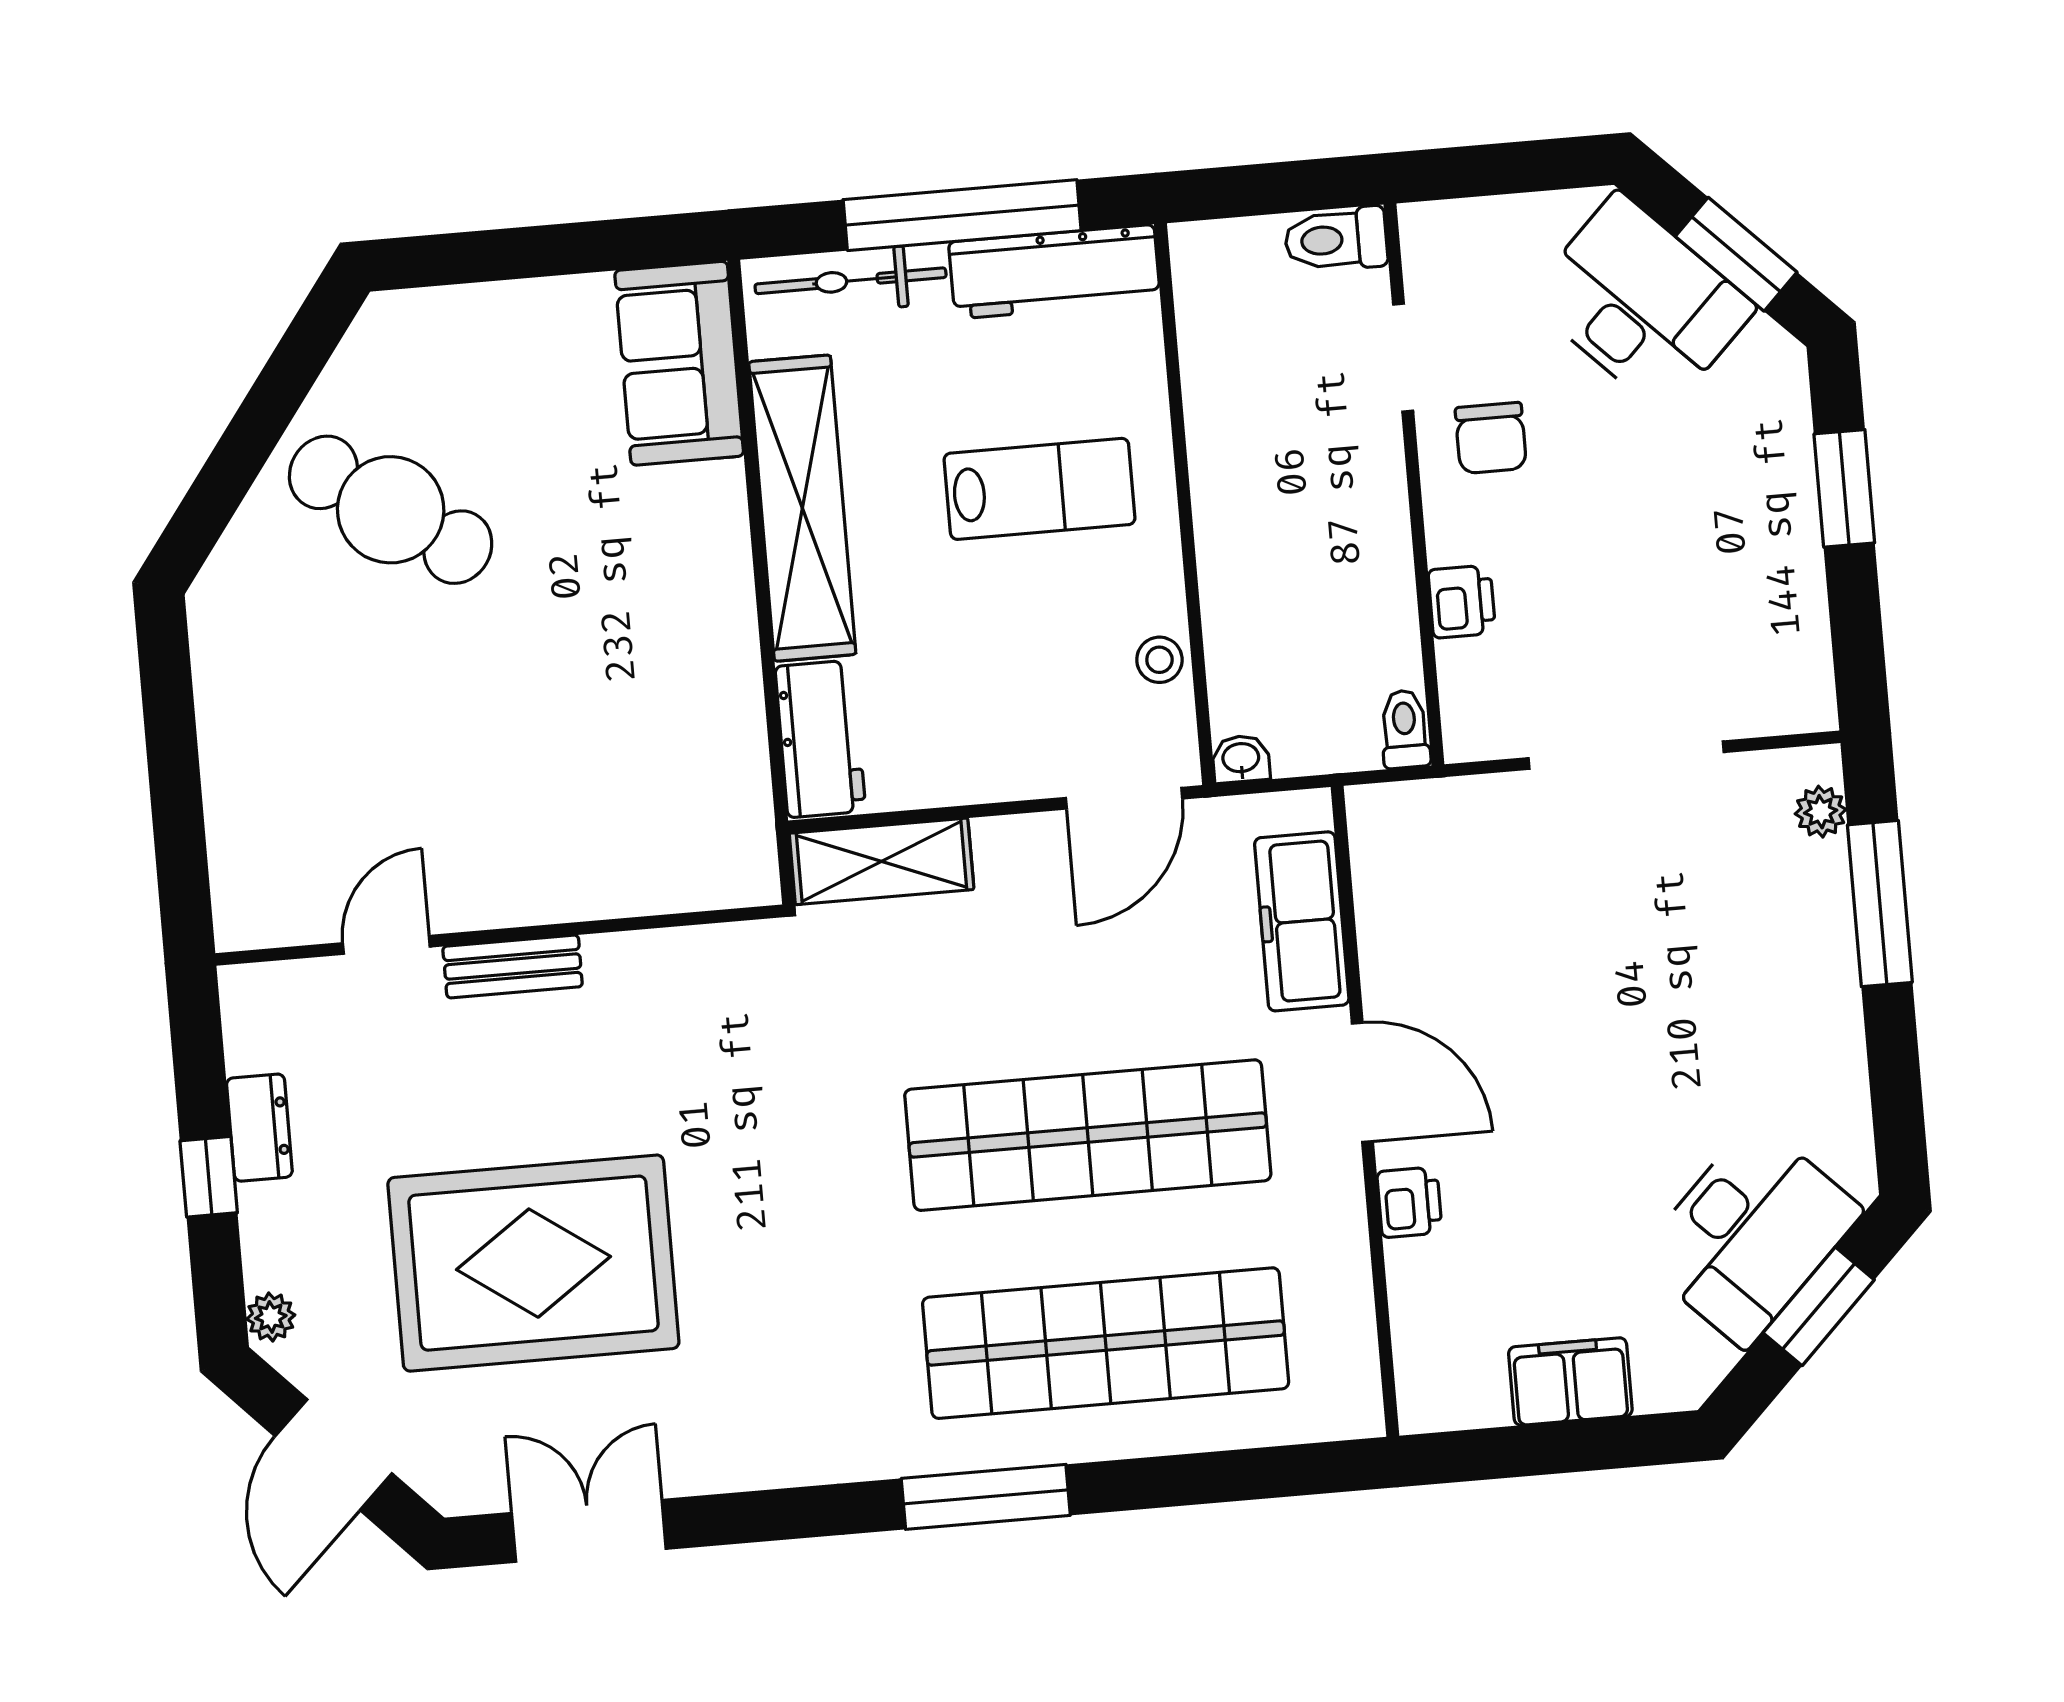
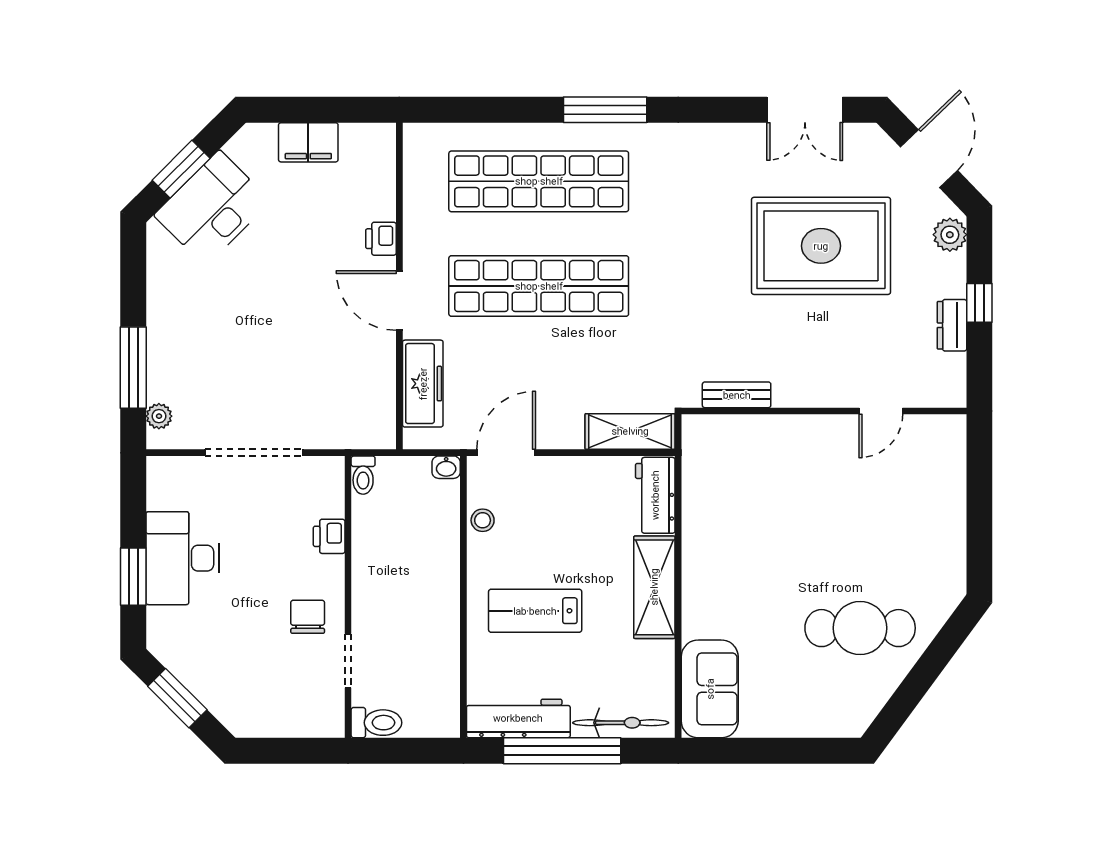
desk: (1641, 303) -> (183, 558), moved, turned 45
shelving: (802, 508) -> (654, 587), width x0.68
cafe table: (391, 510) -> (860, 628), turned -34
bench: (513, 967) -> (737, 395), moved
plant: (271, 1317) -> (950, 235), width x1.38, depth x1.38

